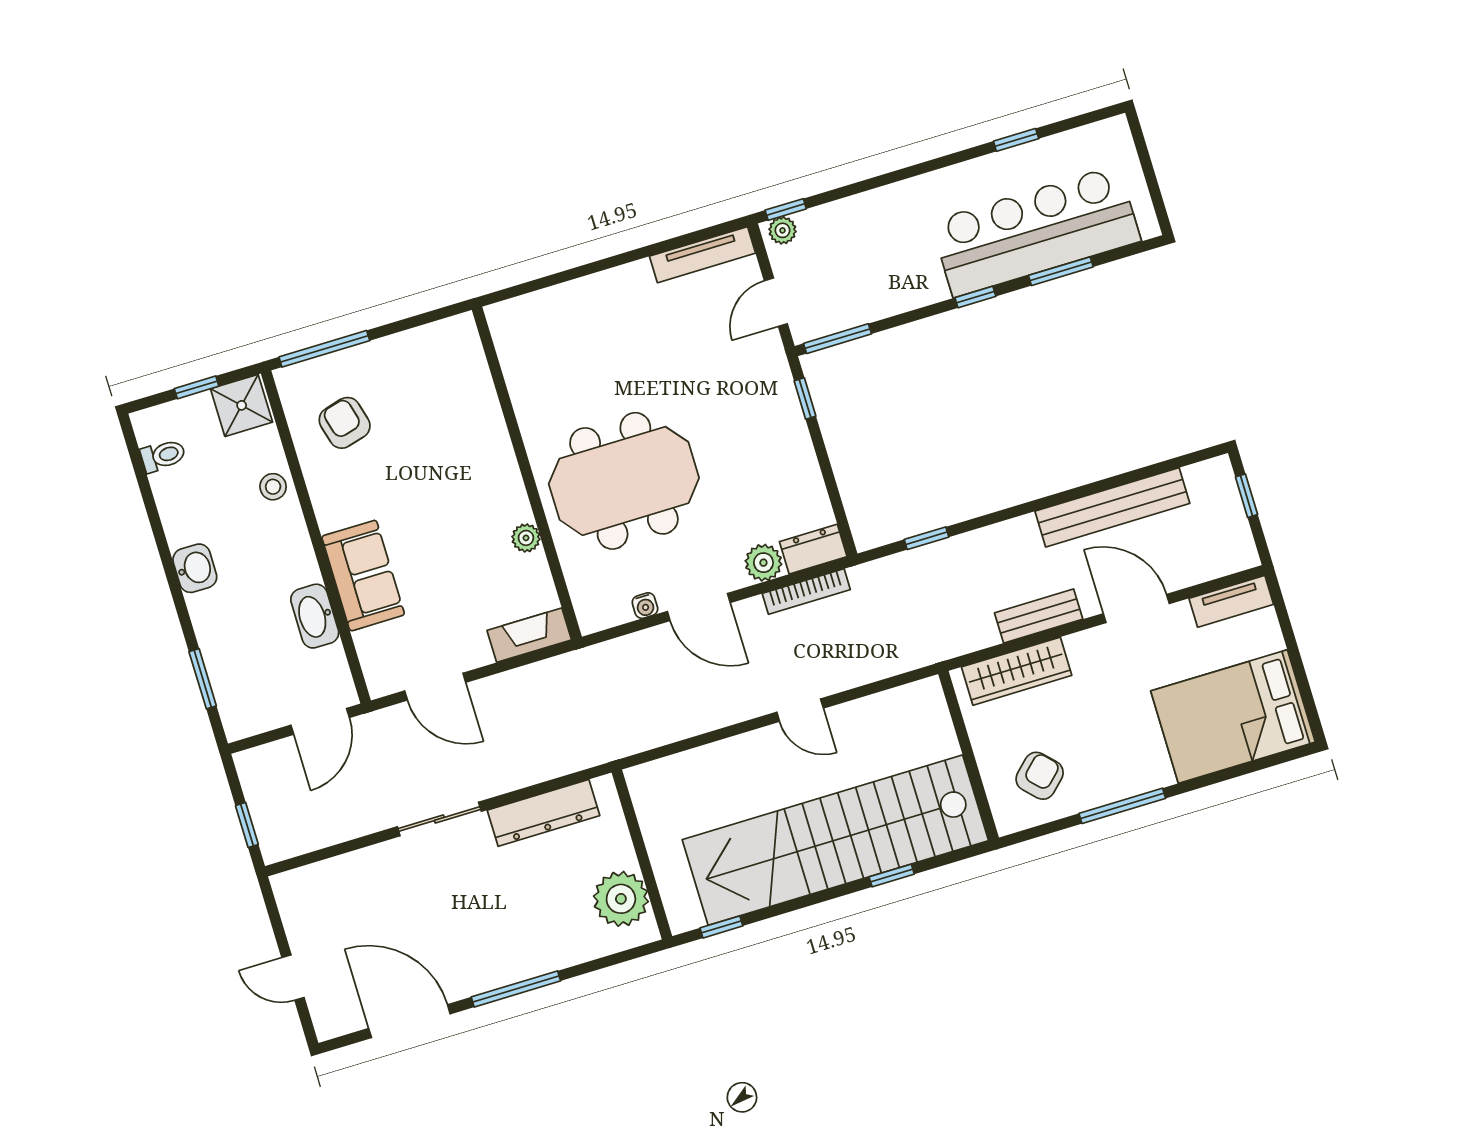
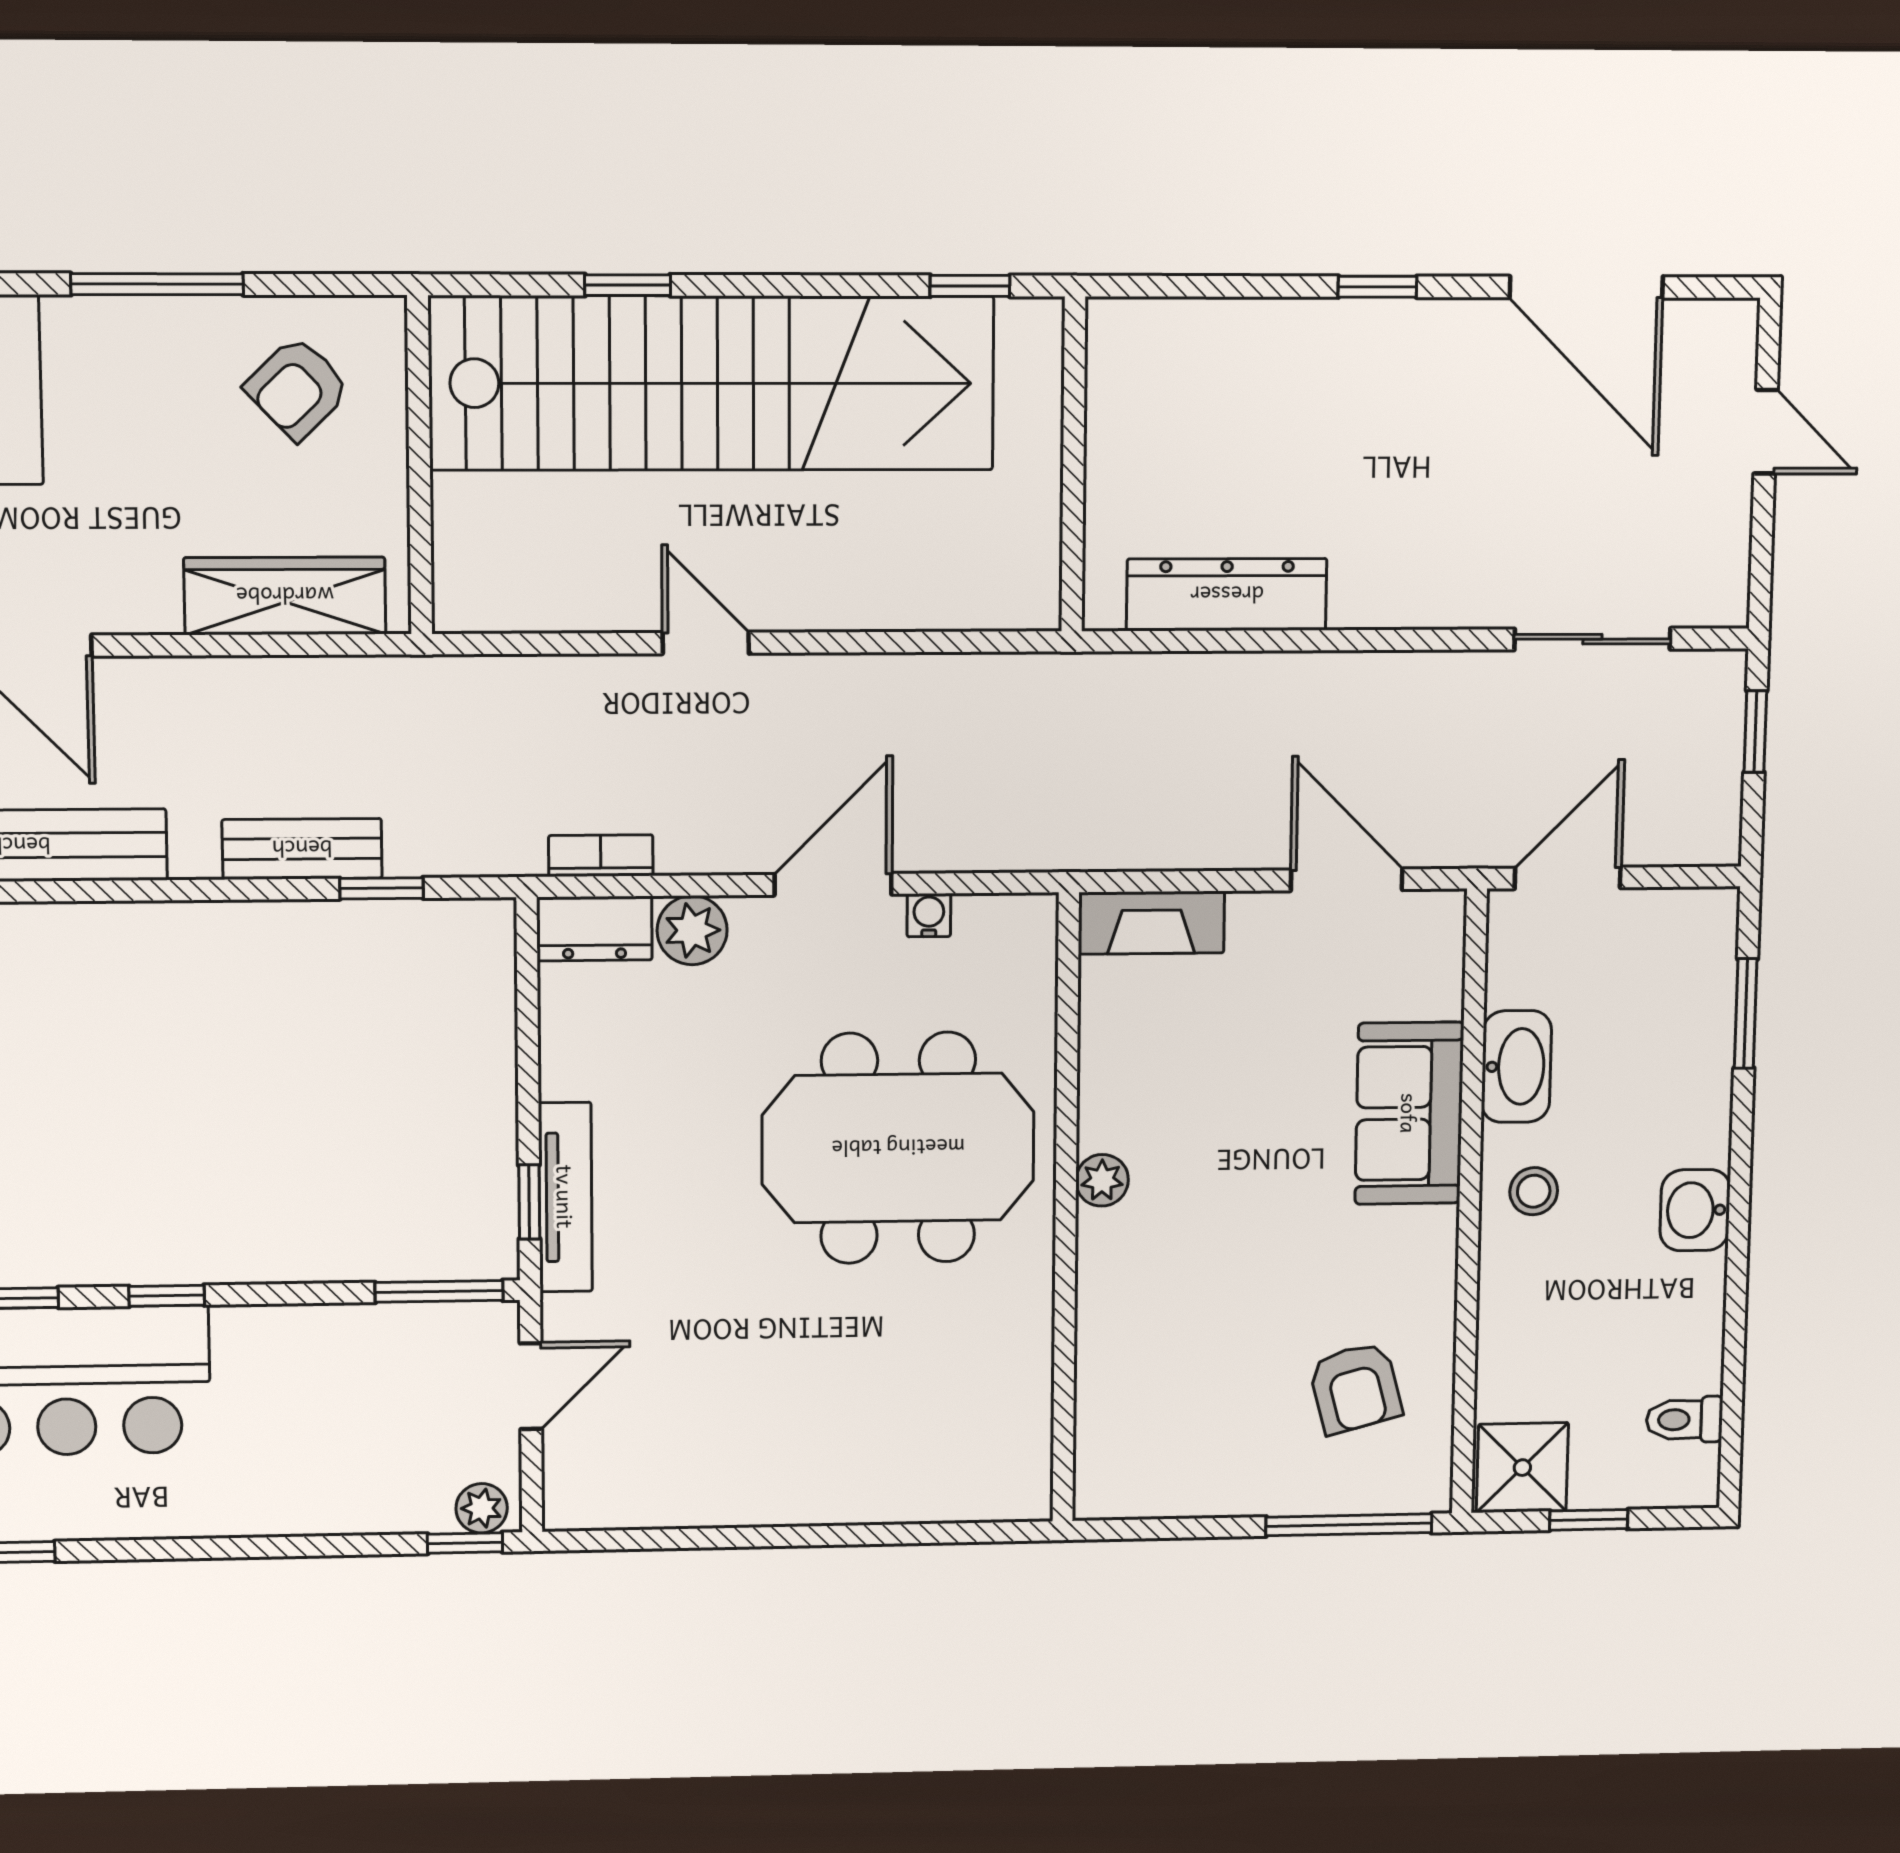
tv unit: (702, 255) -> (565, 1197), moved, turned 90
stool: (273, 487) -> (1534, 1191), moved
plant: (526, 538) -> (1102, 1180), moved
bookcase: (806, 592) -> (601, 856), width x0.64
door: (699, 607) -> (833, 884), hinge flipped
bench: (1039, 616) -> (302, 849), moved
sliding door: (439, 819) -> (1592, 639), moved
plant: (621, 899) -> (1137, 394), removed
window: (516, 989) -> (1377, 287), width x0.46

